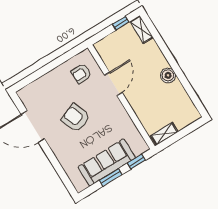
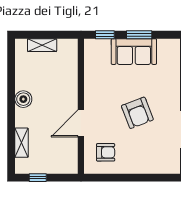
shelving: (142, 30) -> (22, 143), moved
shelving: (164, 134) -> (42, 45), moved
sofa: (107, 162) -> (134, 52), width x0.73

